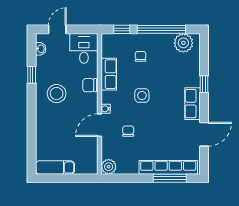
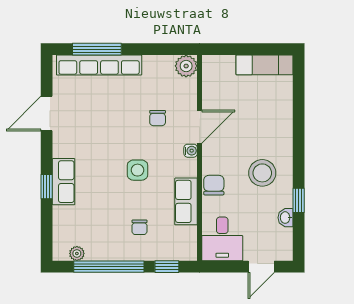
plant: (183, 43) -> (77, 253), width x0.53, depth x0.53
washbasin: (41, 49) -> (286, 218), moved
chair: (90, 85) -> (214, 185), turned -90
row of seats: (192, 104) -> (64, 182), moved

